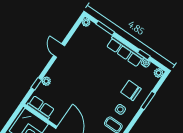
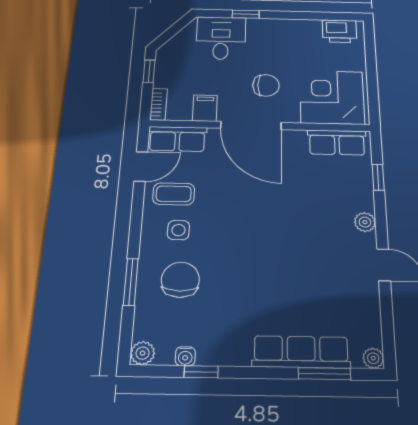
row of seats: (125, 52) -> (301, 352), moved
plant: (46, 81) -> (365, 222), moved
chair: (131, 90) -> (180, 280), turned -90

